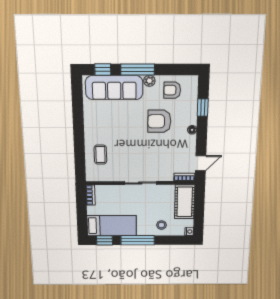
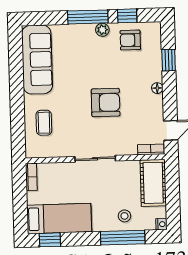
window: (103, 70) -> (127, 16), moved
sofa: (114, 88) -> (37, 60), moved, turned -90
armchair: (159, 121) -> (106, 102), moved, turned 180
window: (138, 240) -> (123, 238), moved

